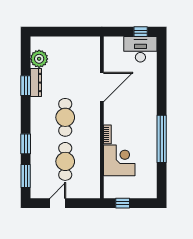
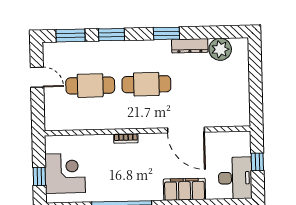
window: (141, 32) -> (257, 162), moved
window: (26, 86) -> (166, 33), moved
filing cabinet: (148, 89) -> (184, 189), added
corner desk: (119, 160) -> (65, 173), moved, turned -90
window: (123, 203) -> (39, 176), moved

